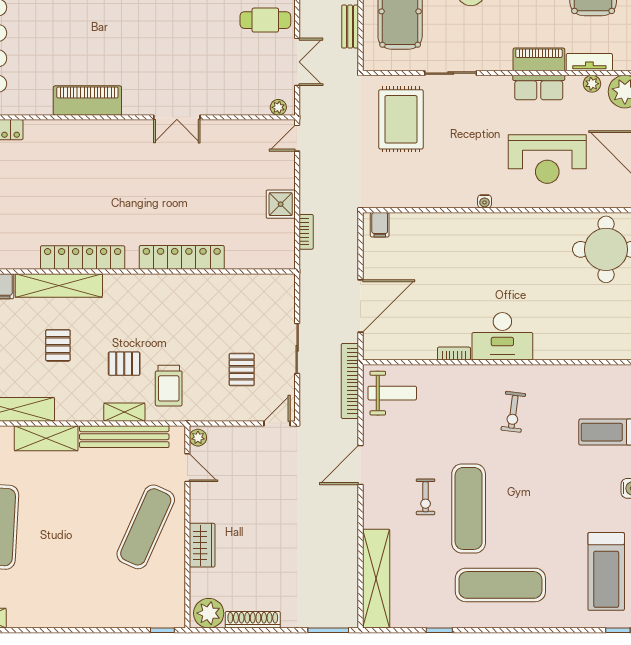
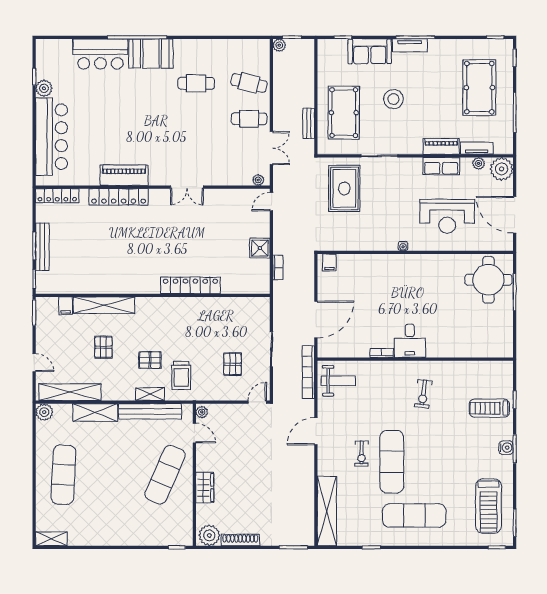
locker: (83, 257) -> (119, 197), moved, turned 180
desk: (502, 336) -> (410, 341), width x0.73

